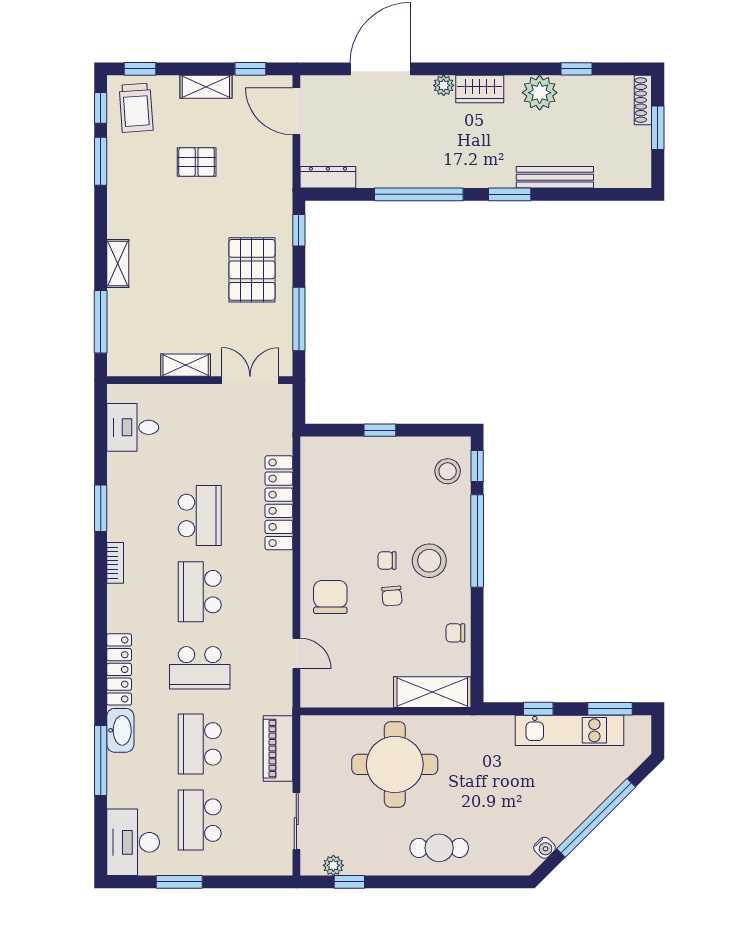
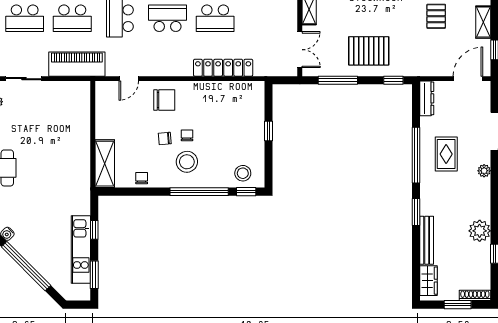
wardrobe: (480, 89) -> (429, 281), moved, turned 180
rug: (417, 146) -> (446, 154), added
school desk: (200, 744) -> (72, 18), turned 180
piano: (278, 749) -> (77, 64), width x1.37, depth x1.33
round table: (395, 764) -> (59, 140), removed
school desk: (200, 820) -> (25, 18), turned 180

